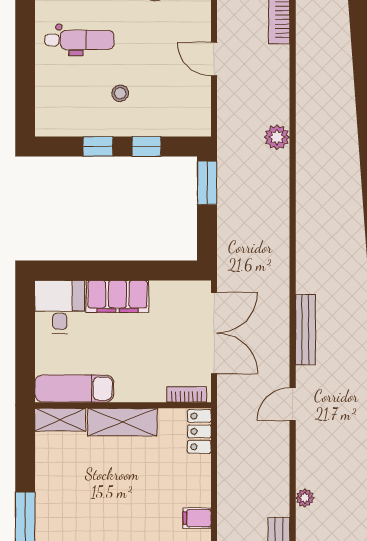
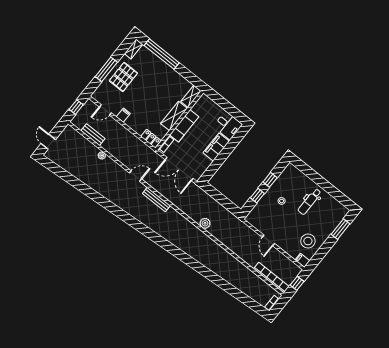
door: (214, 59) -> (268, 240), swing flipped
plant: (277, 137) -> (205, 223), moved
window: (207, 183) -> (230, 206), removed
exam couch: (74, 388) -> (184, 126), moved
door: (293, 404) -> (135, 176), hinge flipped

